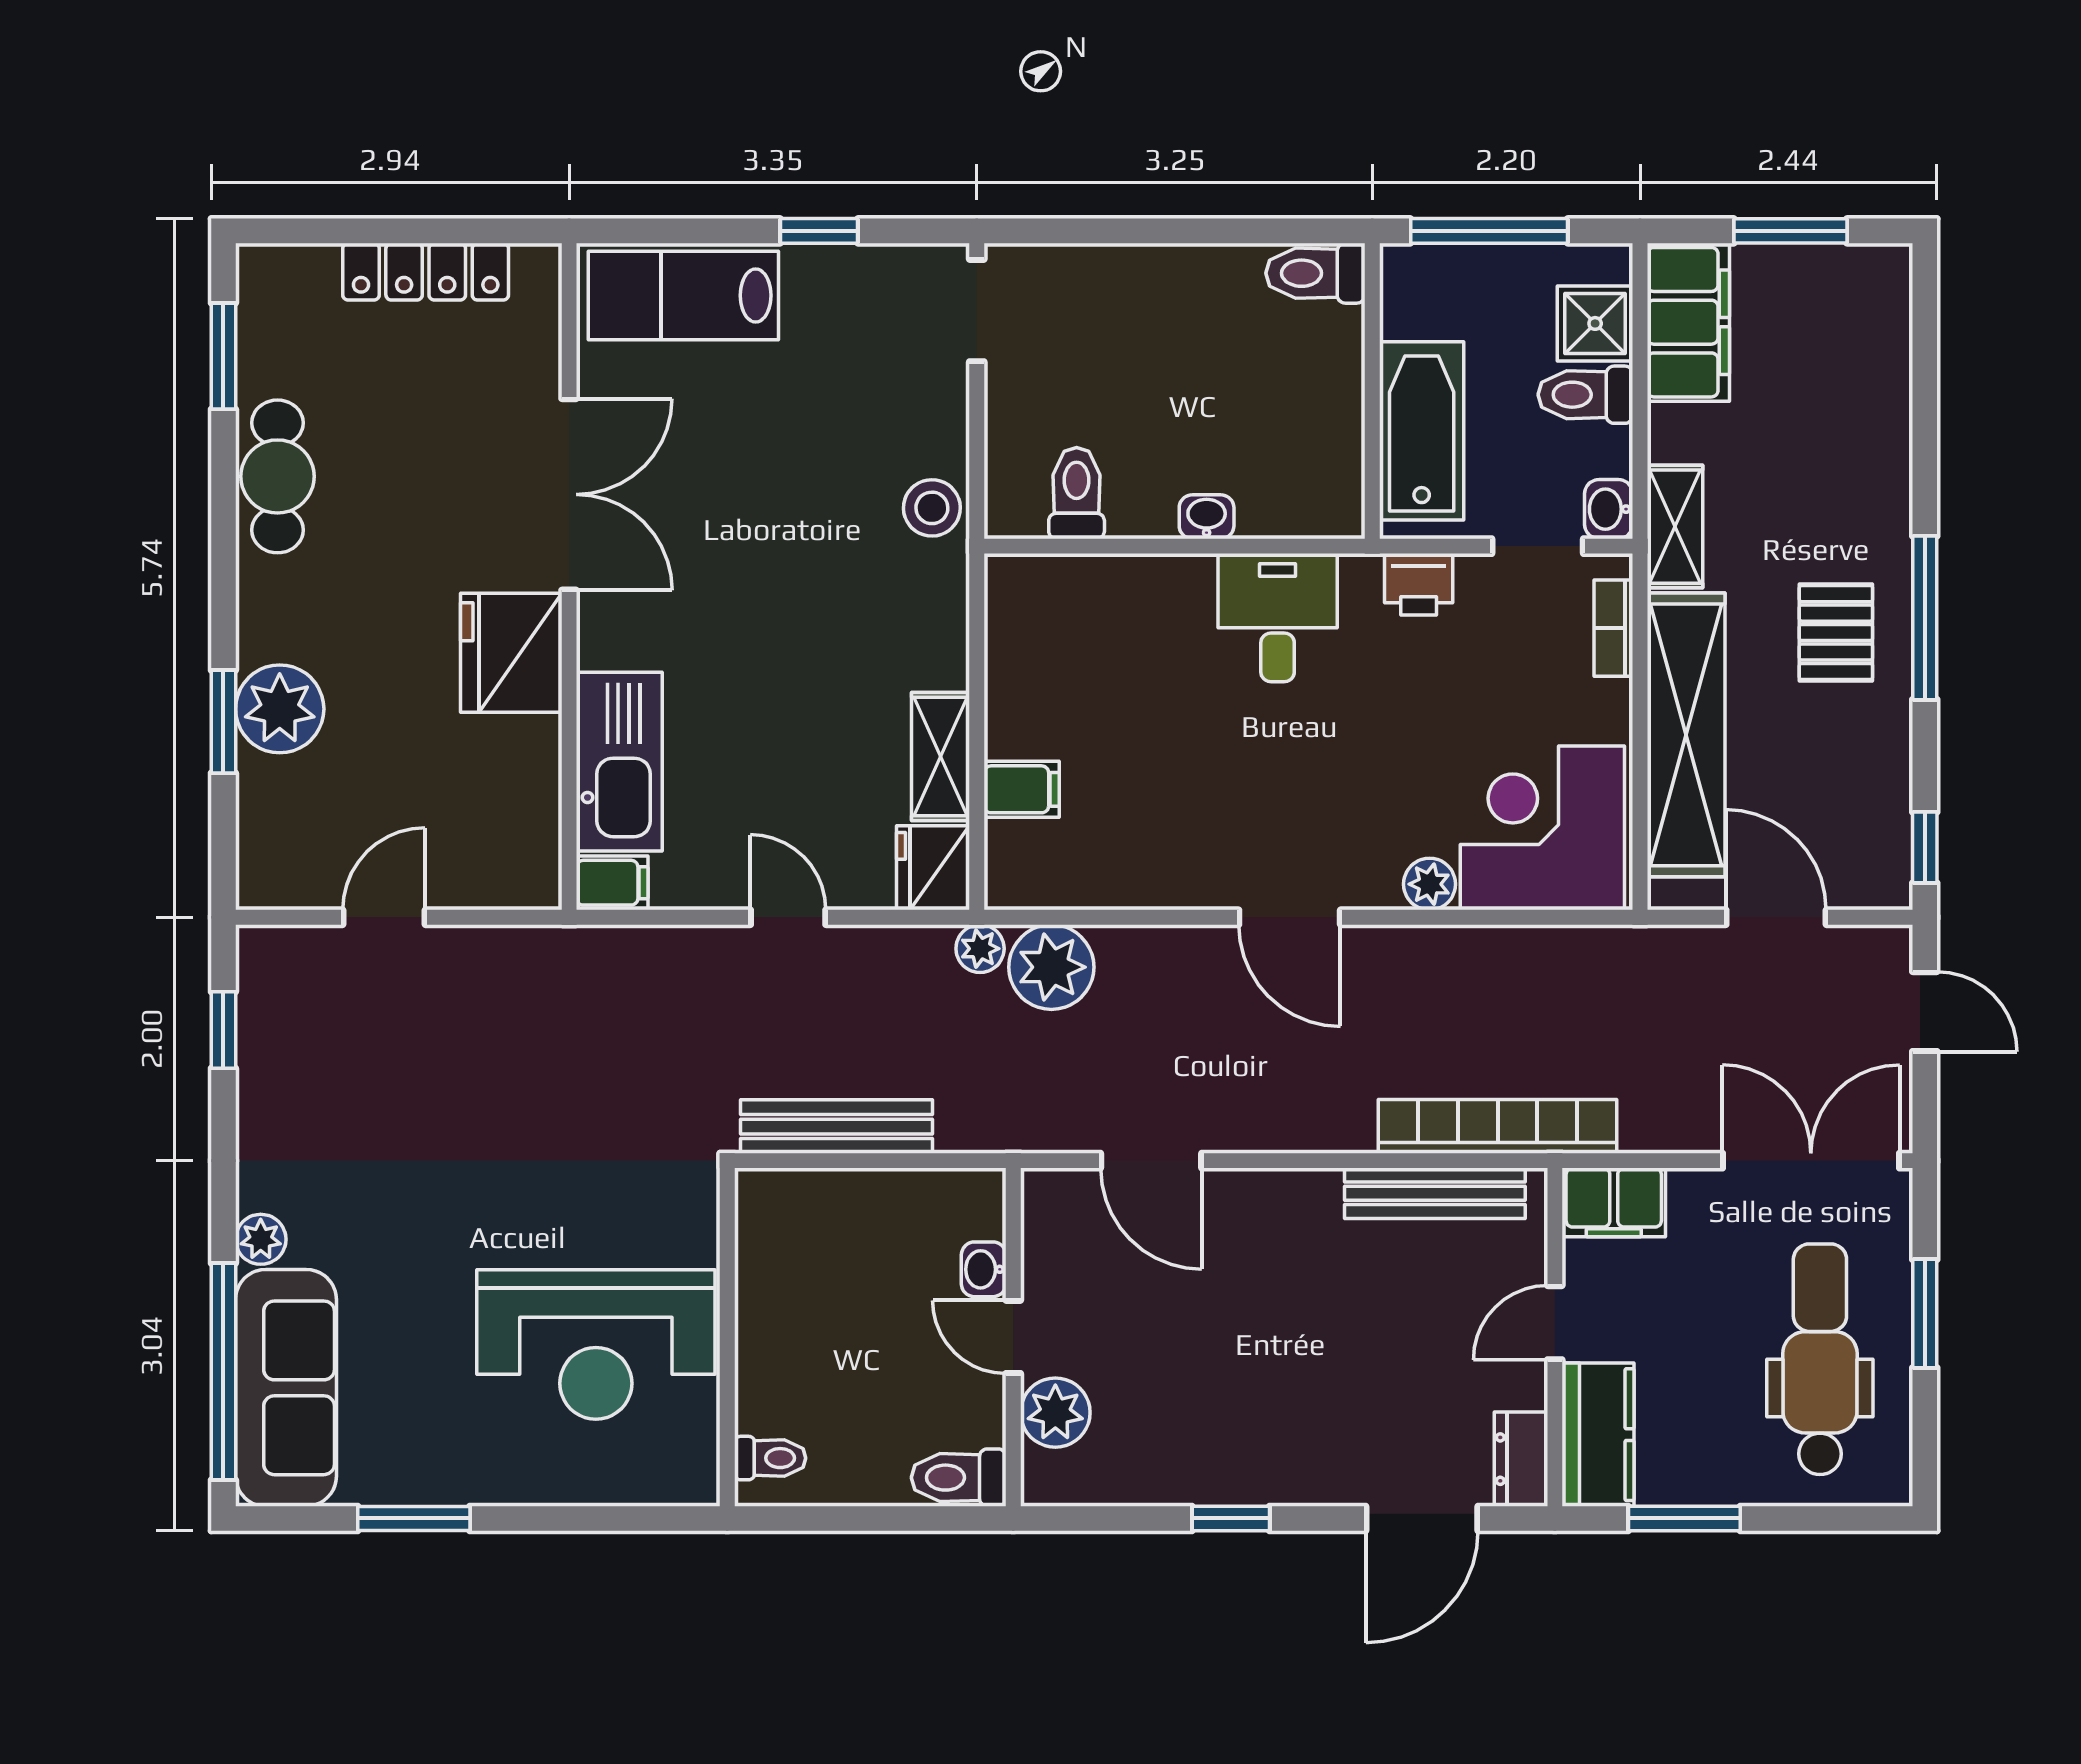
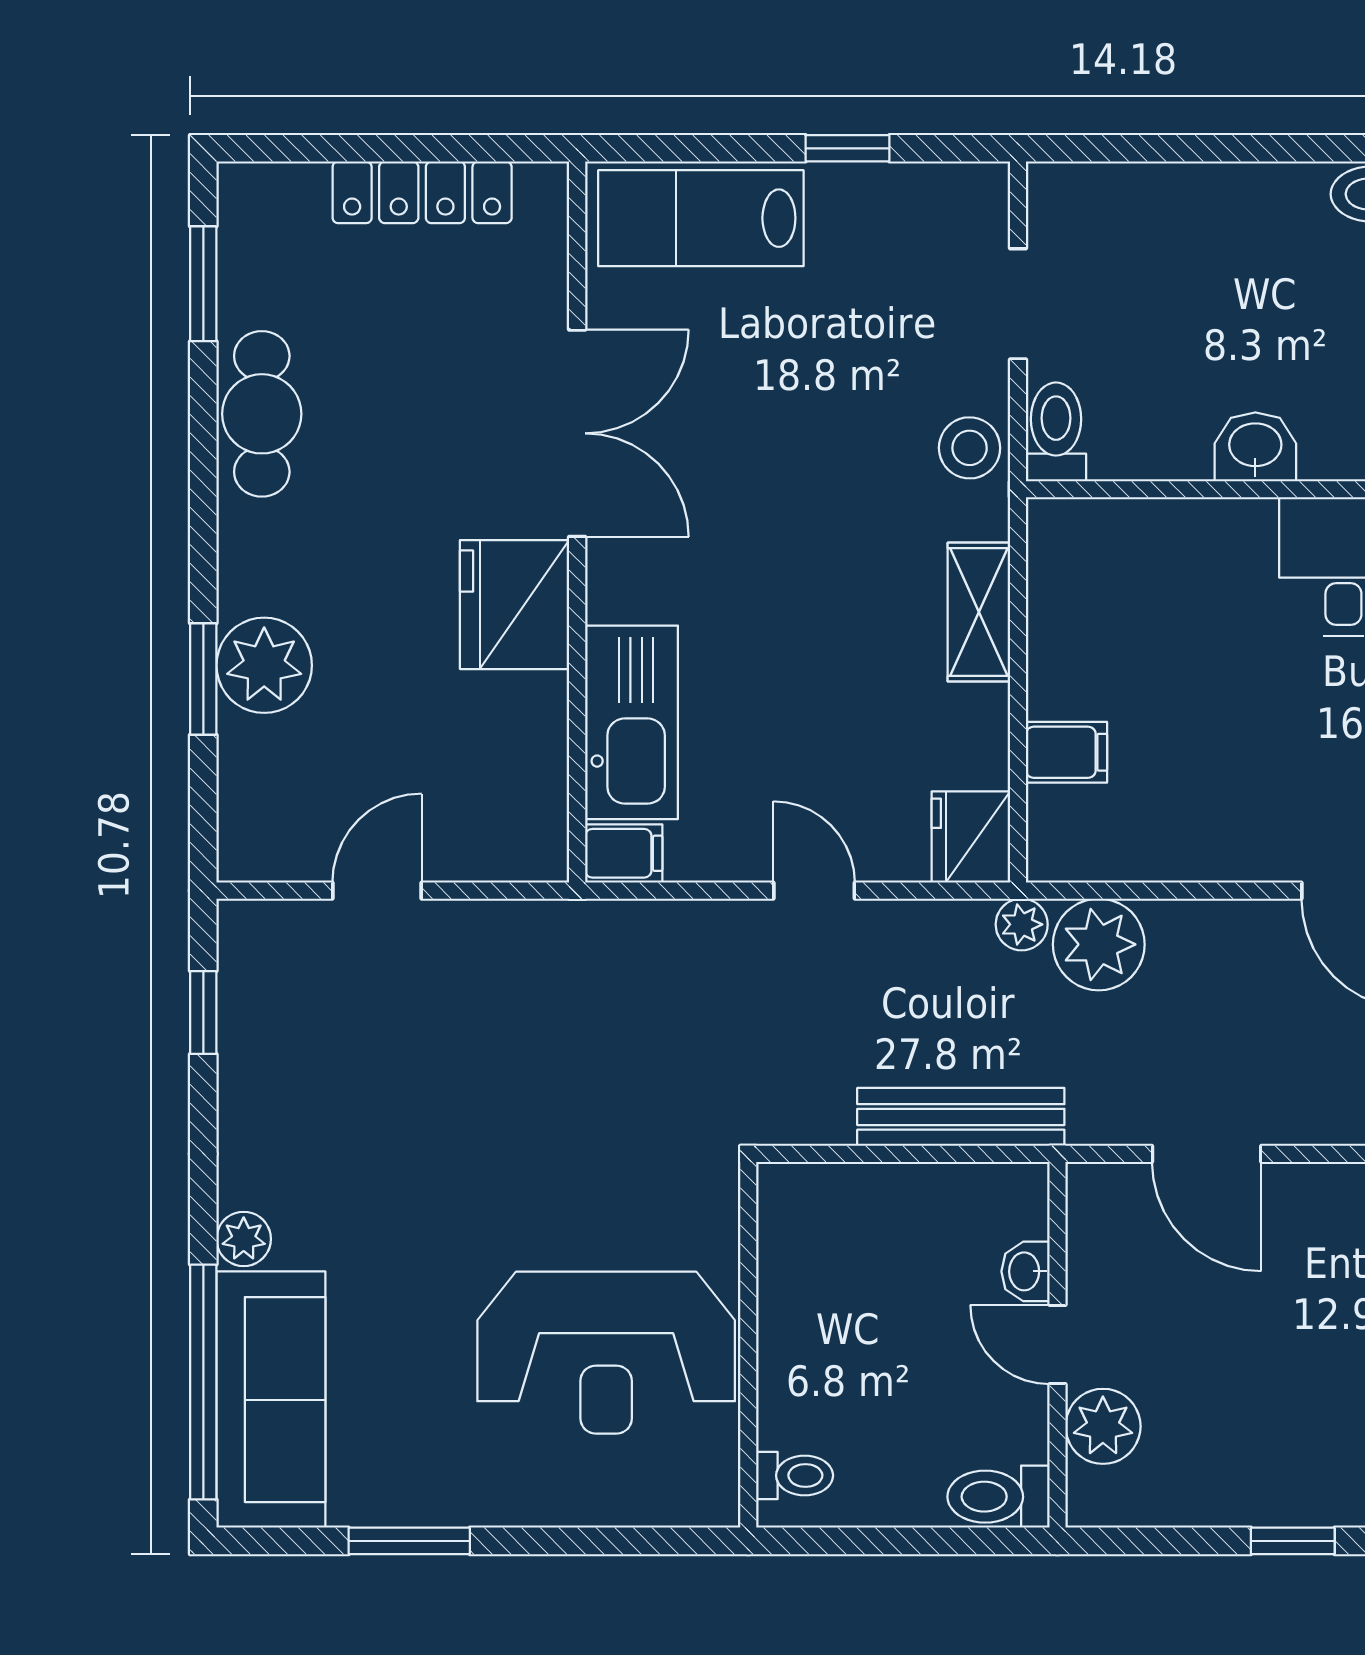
doorway: (977, 311) -> (1018, 304), moved
toilet: (1077, 493) -> (1056, 432), moved
washbasin: (1207, 517) -> (1255, 447), width x1.38, depth x1.45
shelving: (941, 756) -> (979, 612), moved
bench: (837, 1127) -> (961, 1117), moved

